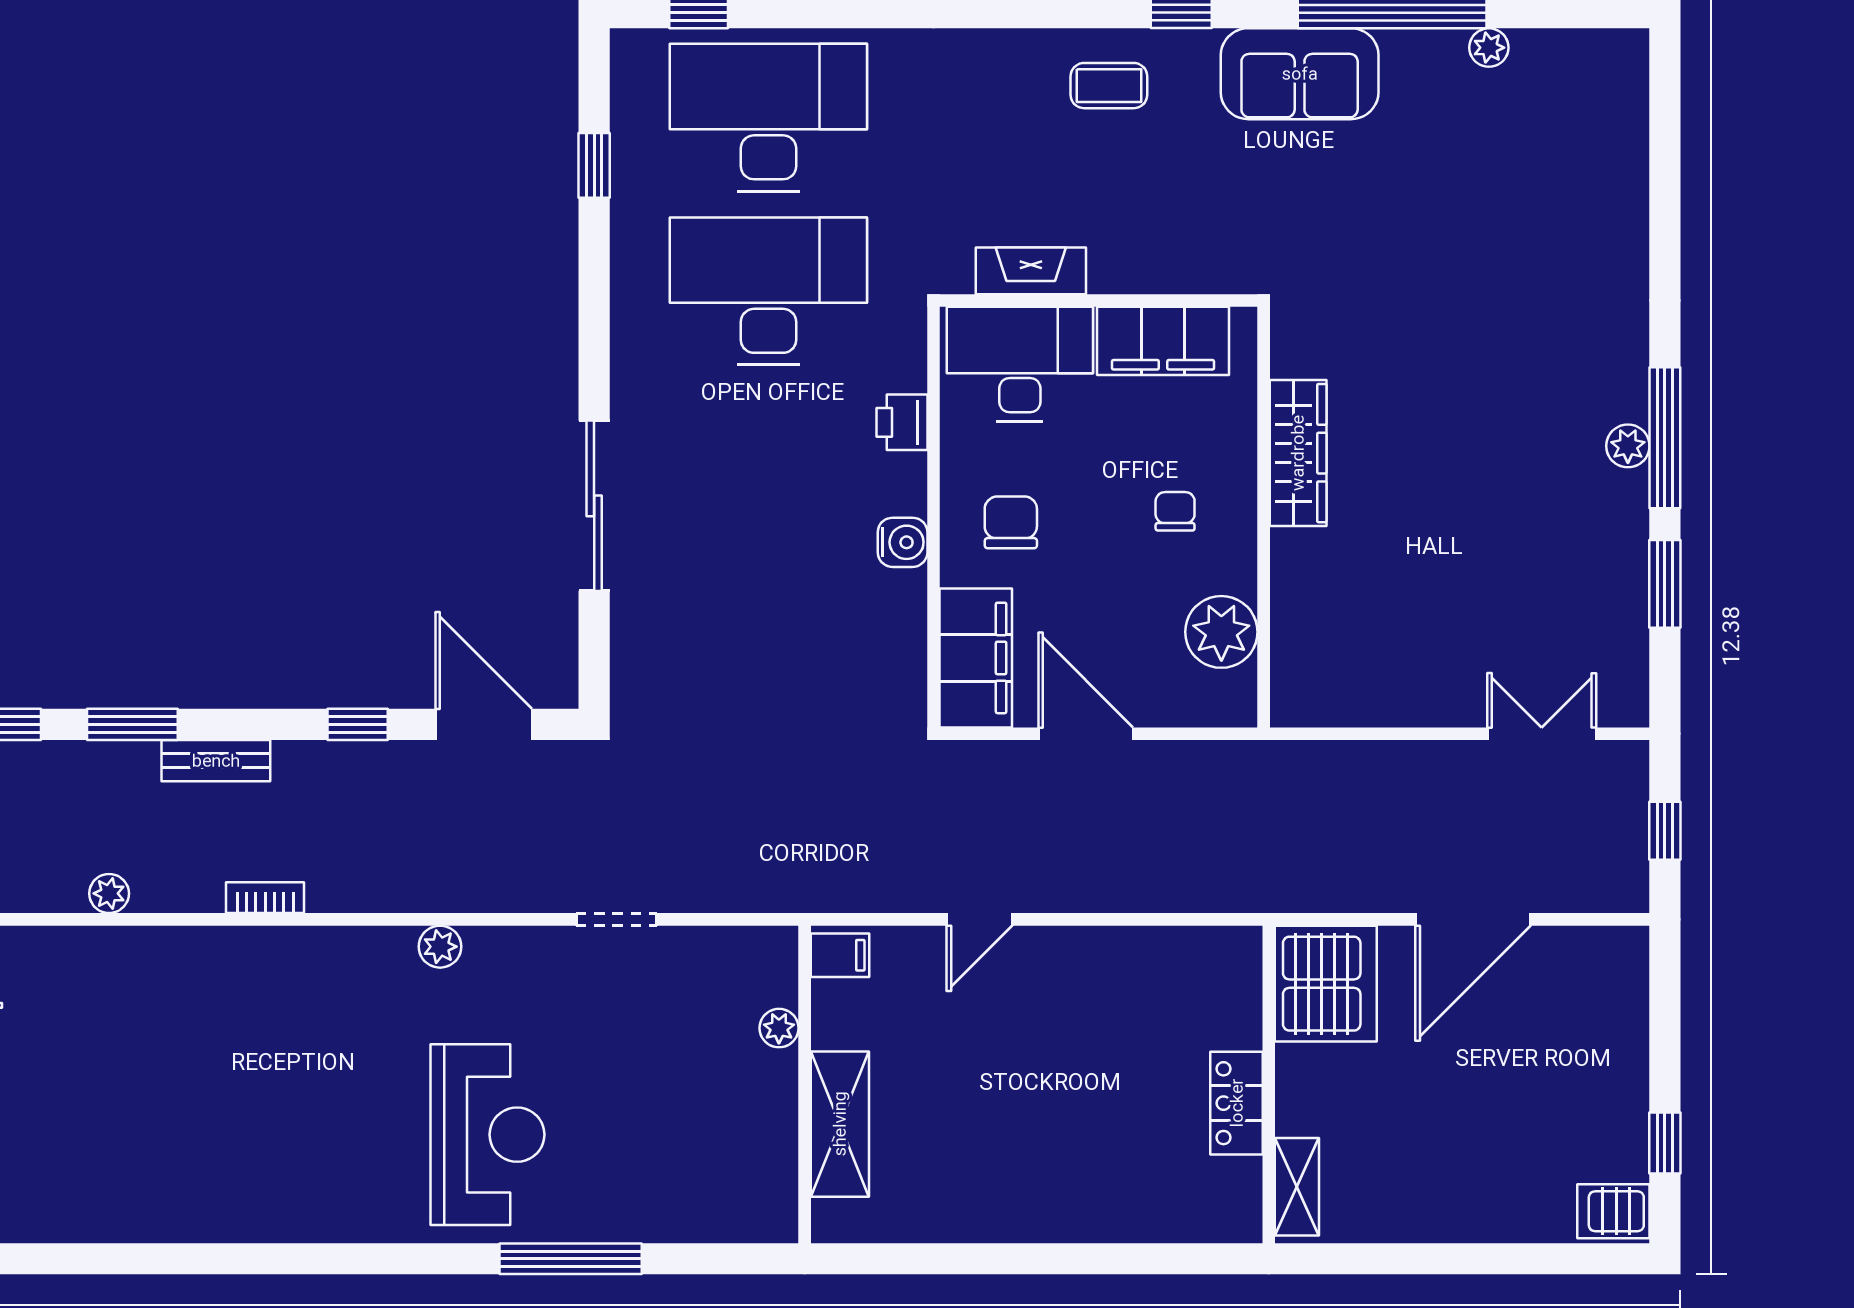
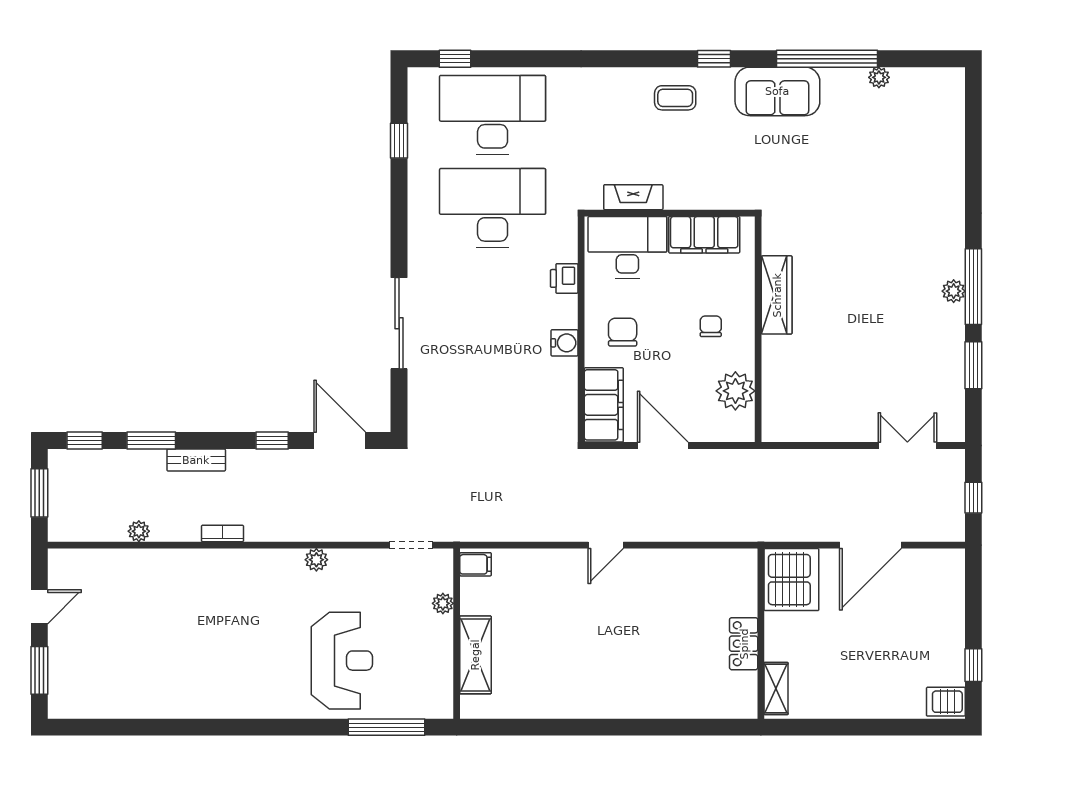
filing cabinet: (840, 955) -> (476, 564), moved
plant: (779, 1028) -> (443, 603), moved
wall: (805, 1084) -> (457, 634), moved
shelving: (840, 1124) -> (475, 655), moved

